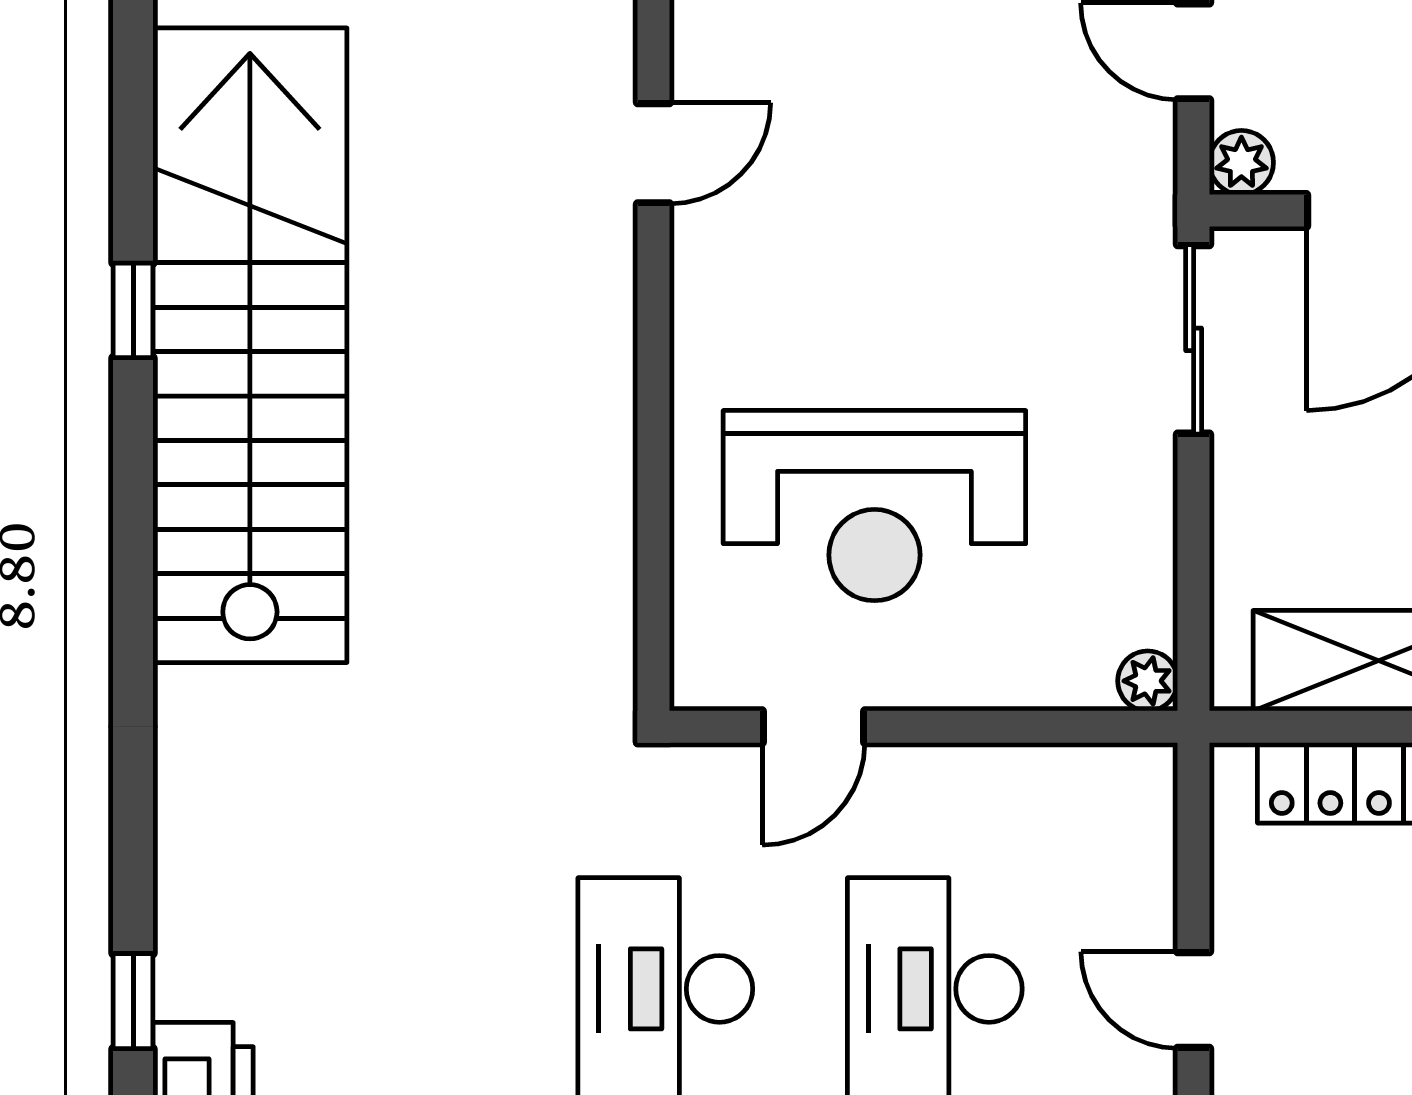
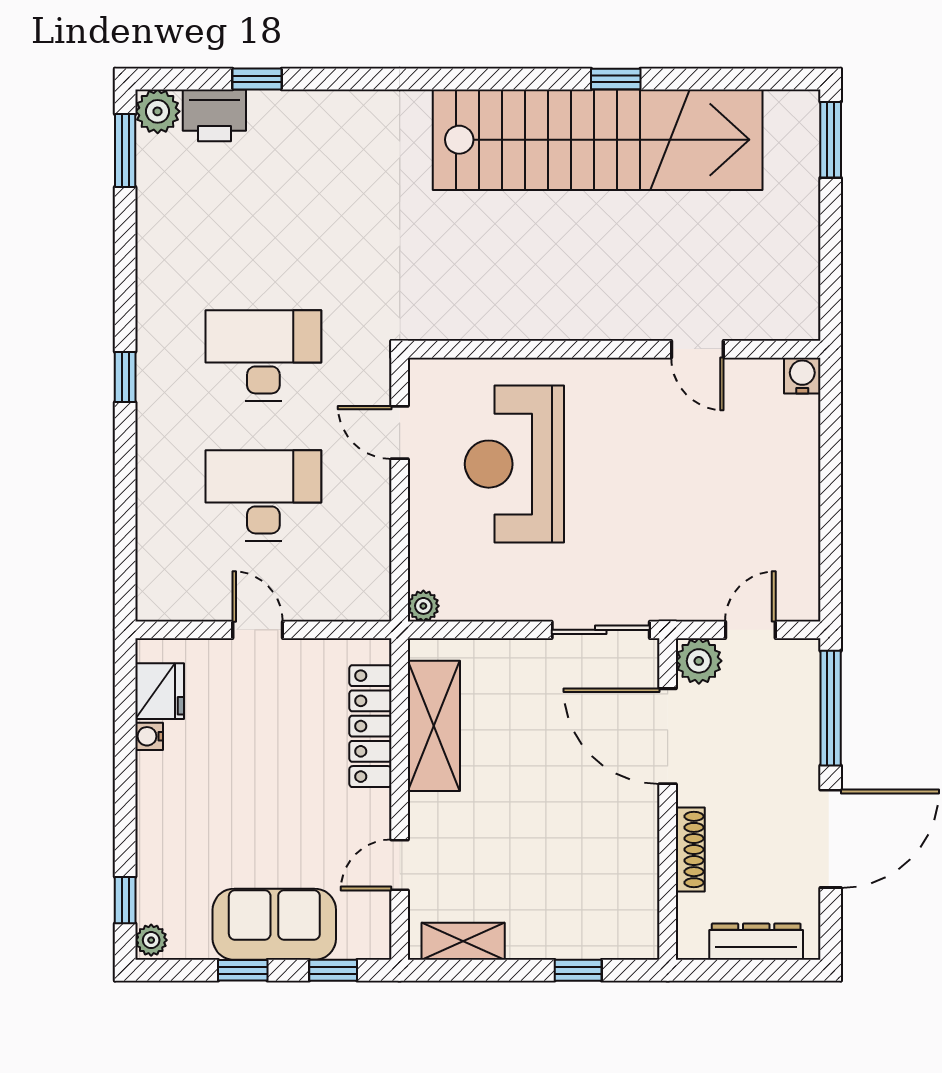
plant: (1241, 162) -> (699, 661), width x1.38, depth x1.38
door: (1194, 1000) -> (258, 630), hinge flipped

